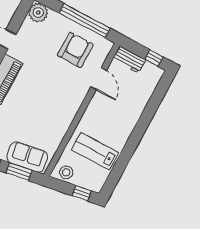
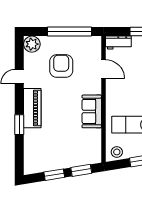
armchair: (75, 50) -> (61, 66), moved
sofa: (27, 157) -> (92, 111), moved, turned -81

